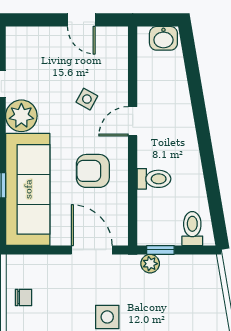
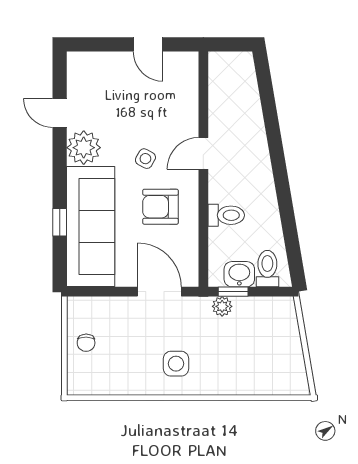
washbasin: (163, 38) -> (239, 274), moved, turned 180
side table: (87, 99) -> (145, 159), moved
chair: (23, 298) -> (86, 343), turned 91

